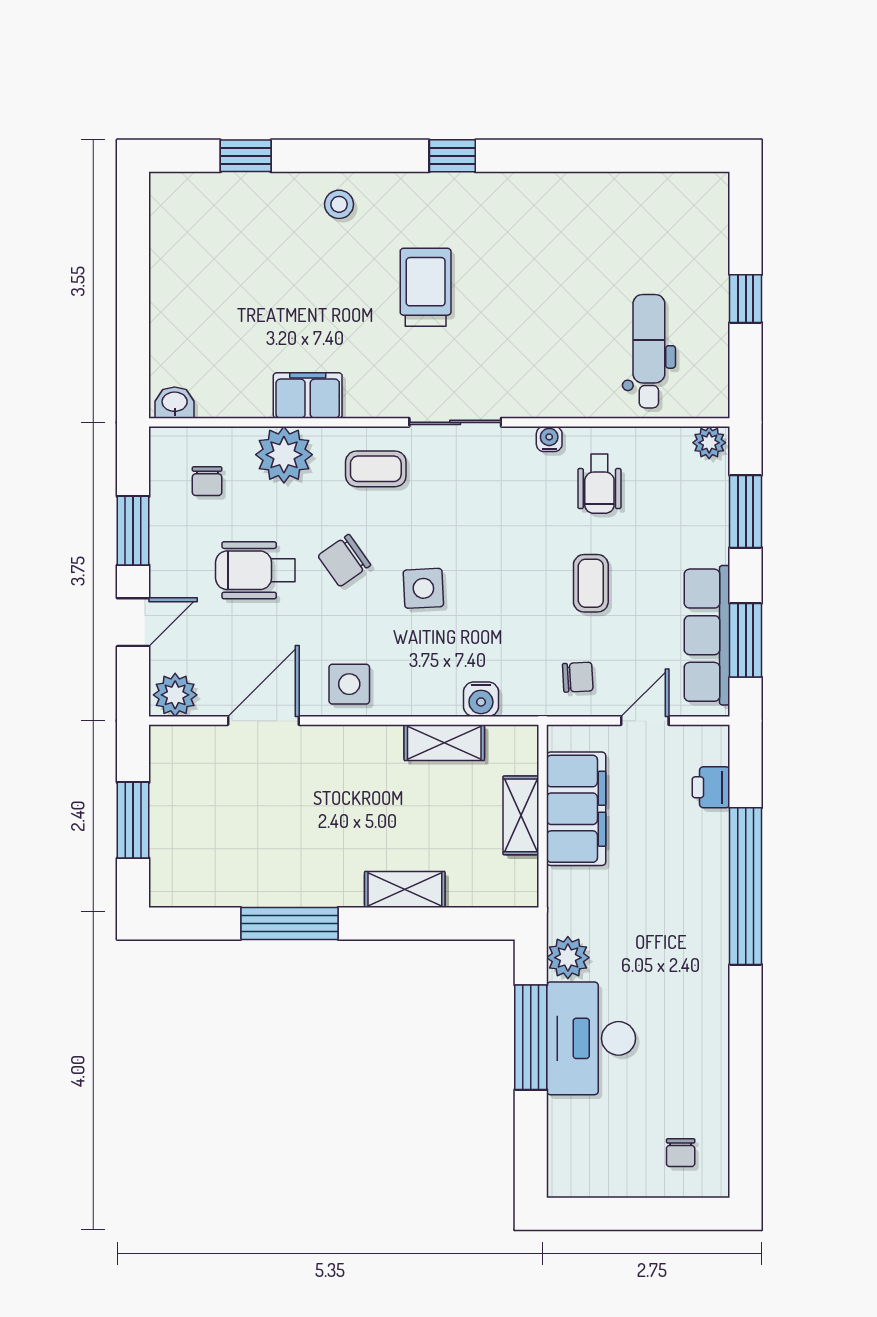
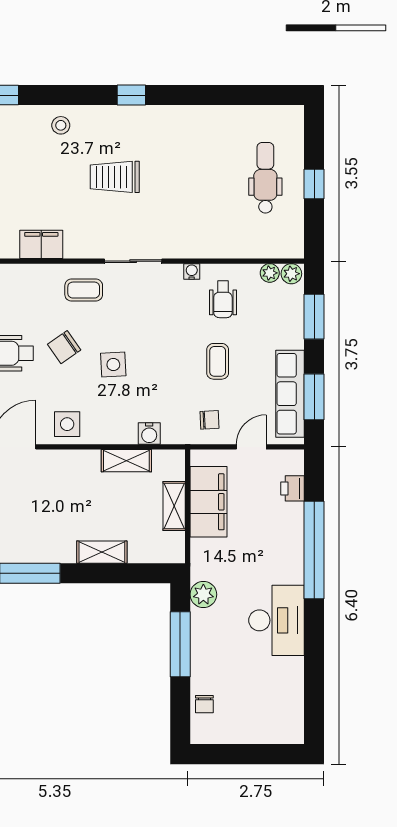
trolley: (426, 287) -> (115, 177), turned -90
dental chair: (649, 351) -> (265, 178), moved
plant: (284, 455) -> (270, 273), moved, width x0.53, depth x0.53
desk: (591, 1038) -> (276, 620), moved, turned 180
chair: (681, 1153) -> (204, 704), moved

